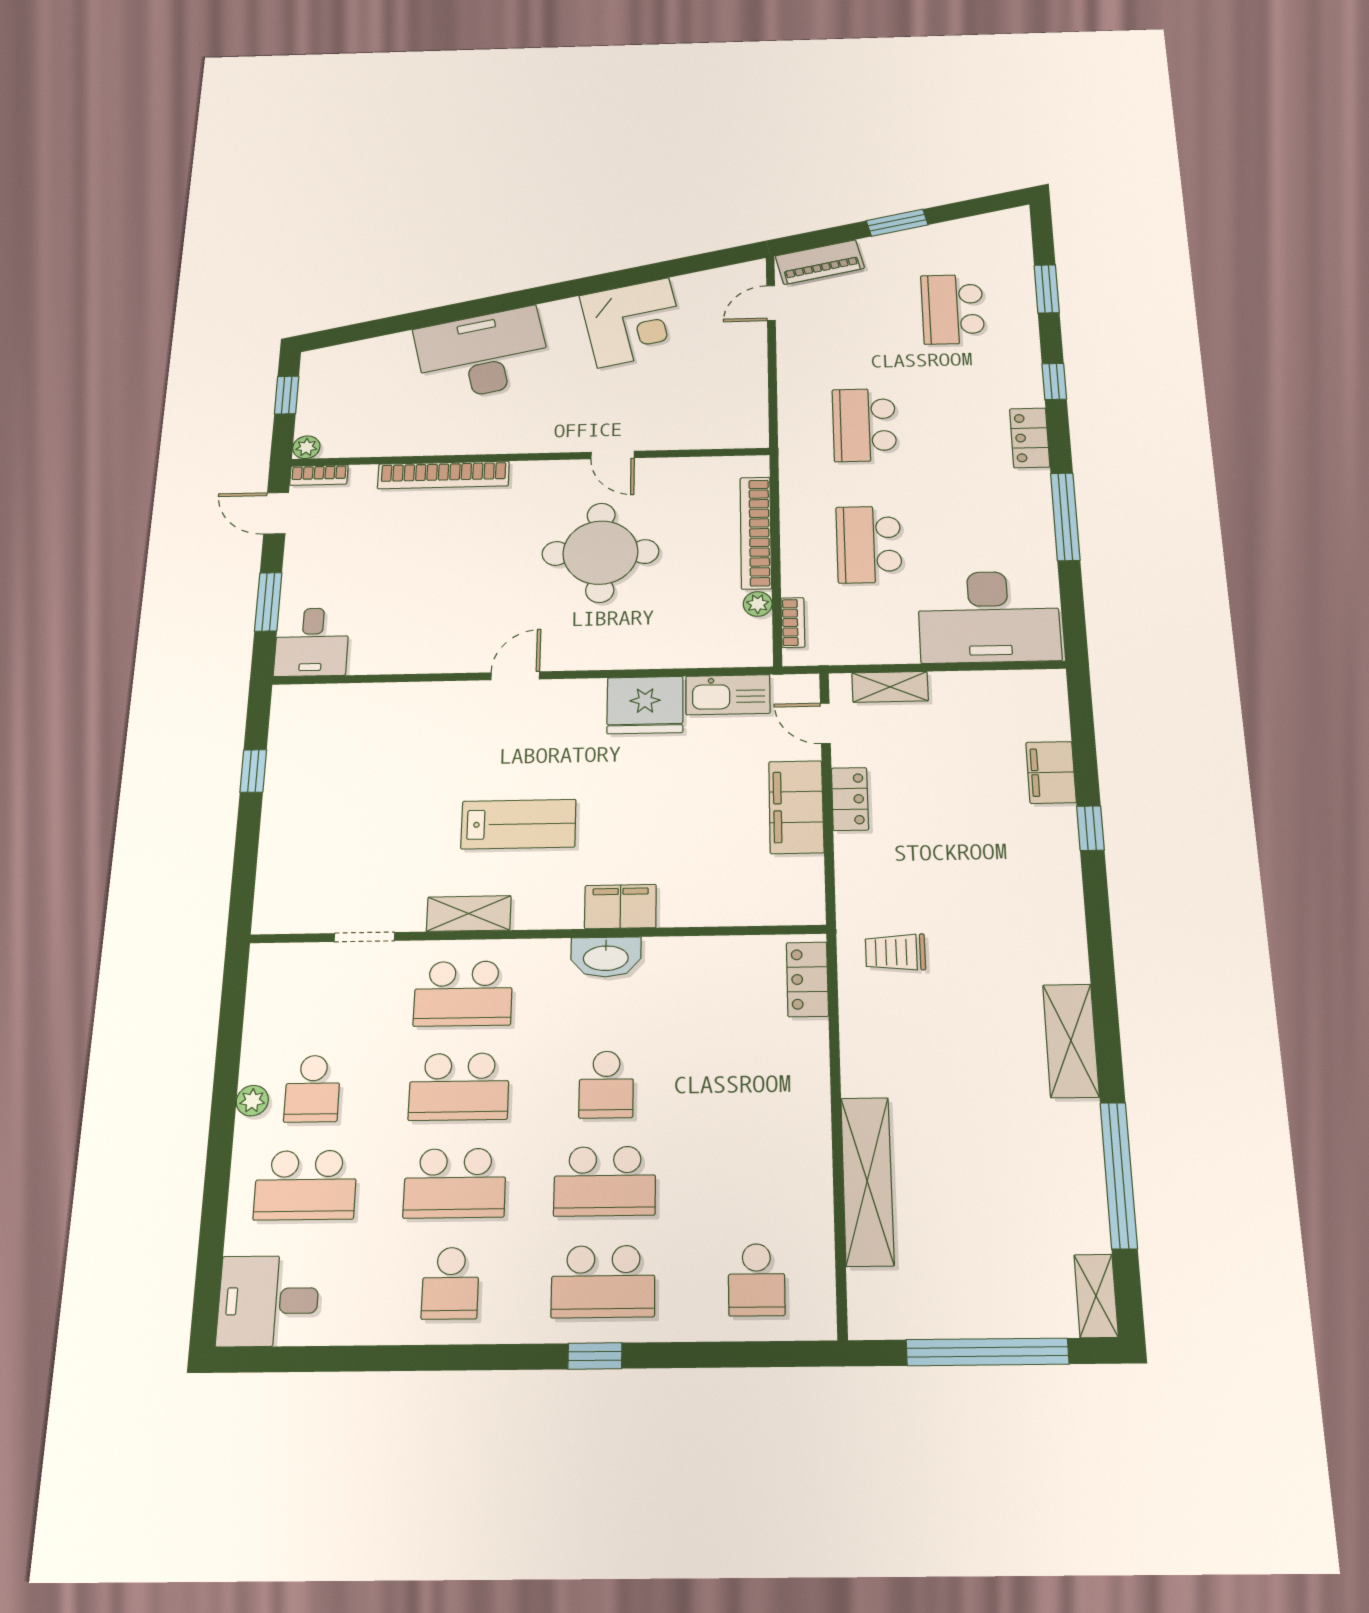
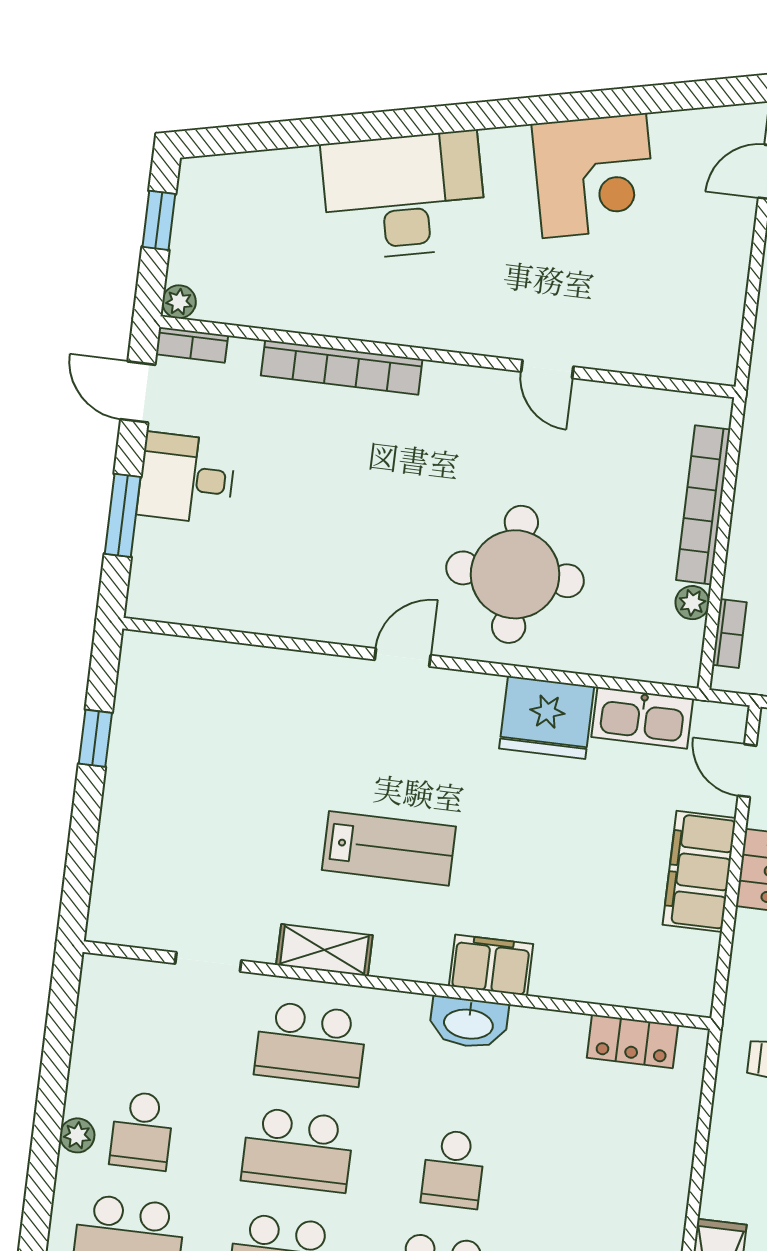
round table: (600, 553) -> (515, 574), moved
desk: (312, 642) -> (186, 478), moved, turned 90
locker: (807, 979) -> (632, 1041), moved, turned -90

